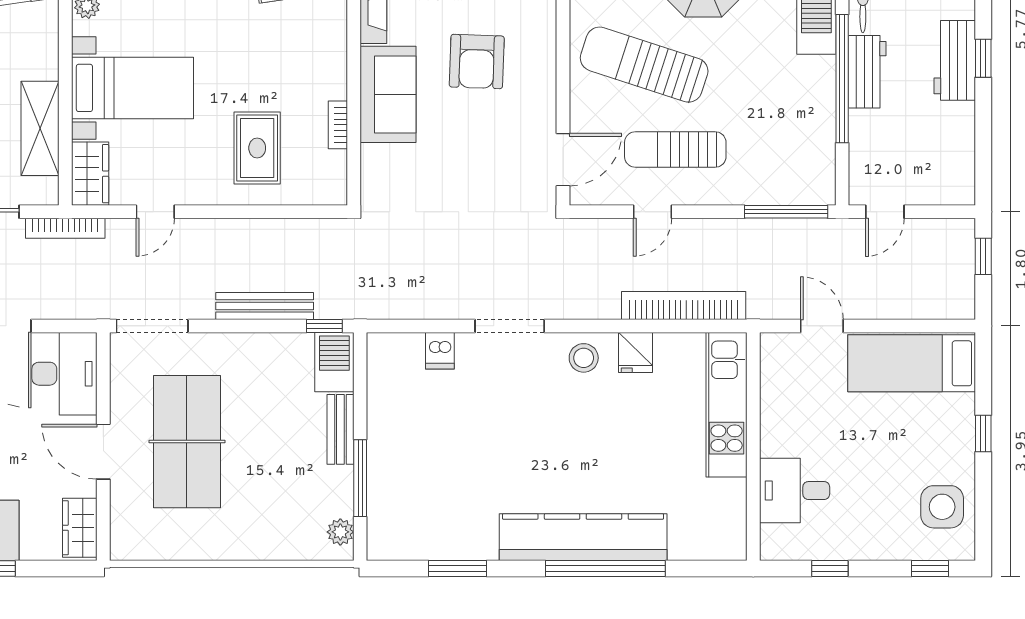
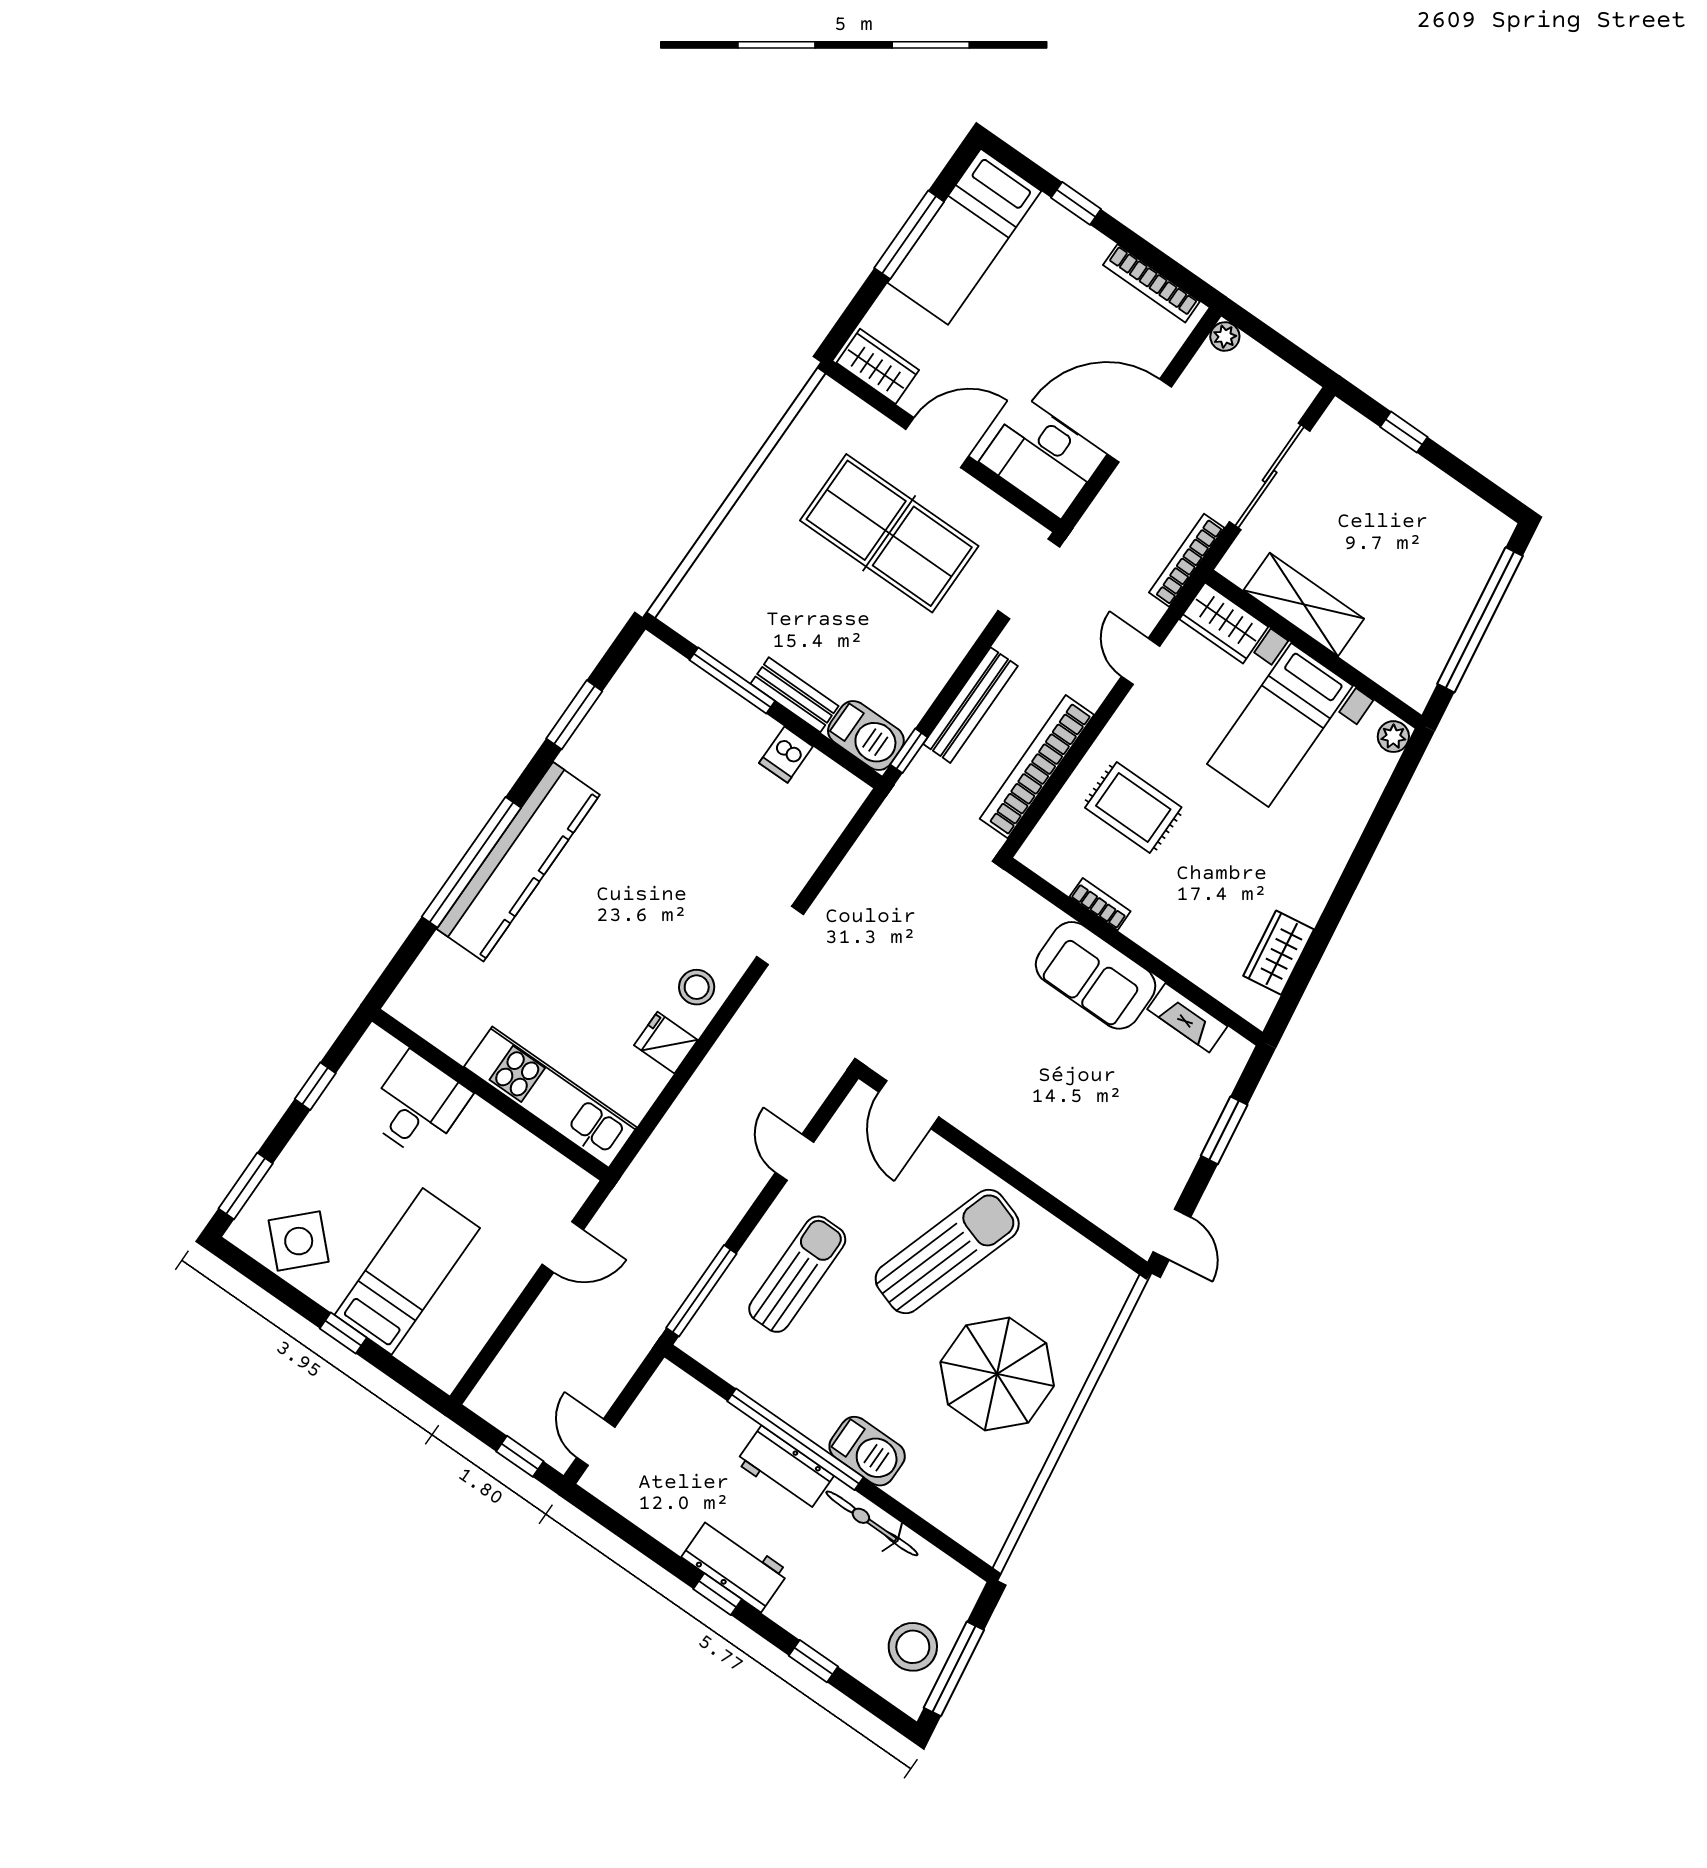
armchair: (477, 62) -> (1067, 1087), removed
sun lounger: (675, 150) -> (797, 1274), moved
door: (885, 212) -> (596, 1442), moved
bookcase: (684, 306) -> (1037, 767), moved, turned 180
doorway: (510, 326) -> (780, 936), width x0.73
dishwasher: (440, 351) -> (786, 755), moved, turned -90
bed: (912, 363) -> (407, 1271), moved
side table: (942, 507) -> (299, 1241), turned 45
plant: (340, 532) -> (692, 623), removed
window: (930, 569) -> (246, 1186), width x1.50

